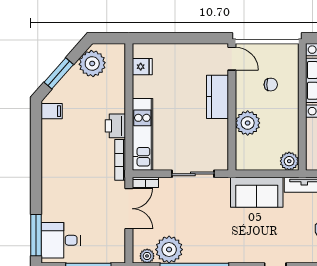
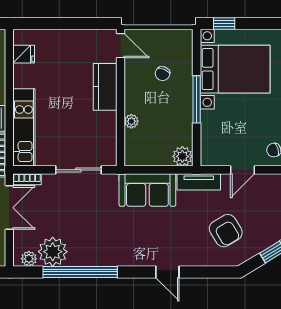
chair: (271, 85) -> (163, 74), turned 112
window: (302, 109) -> (197, 99), added
plant: (248, 123) -> (131, 121), width x0.53, depth x0.53

